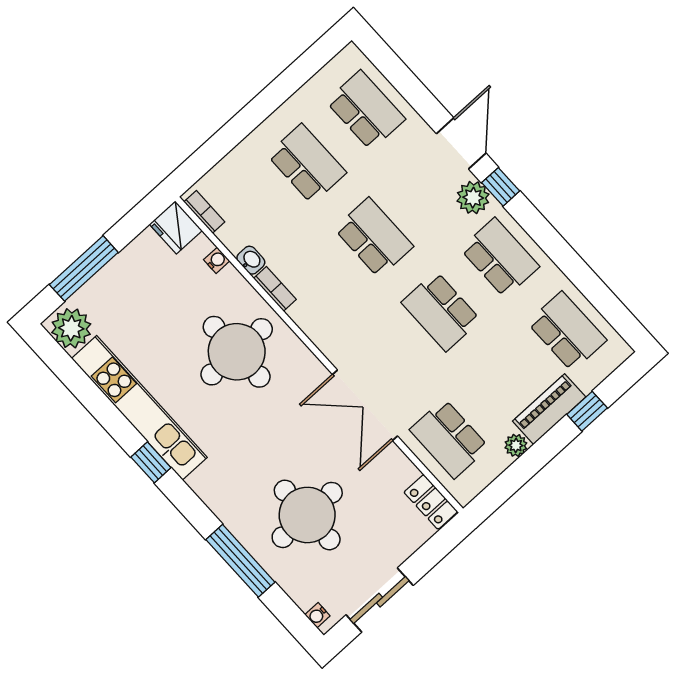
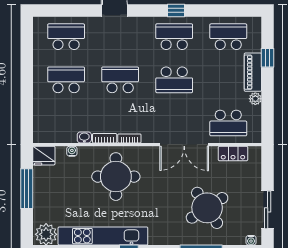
window: (501, 187) -> (176, 10), moved
plant: (473, 198) -> (140, 25), removed
bookcase: (204, 212) -> (129, 138), moved
window: (84, 268) -> (27, 189), moved
locker: (431, 502) -> (233, 153), moved
round table: (307, 515) -> (207, 208), turned -33

